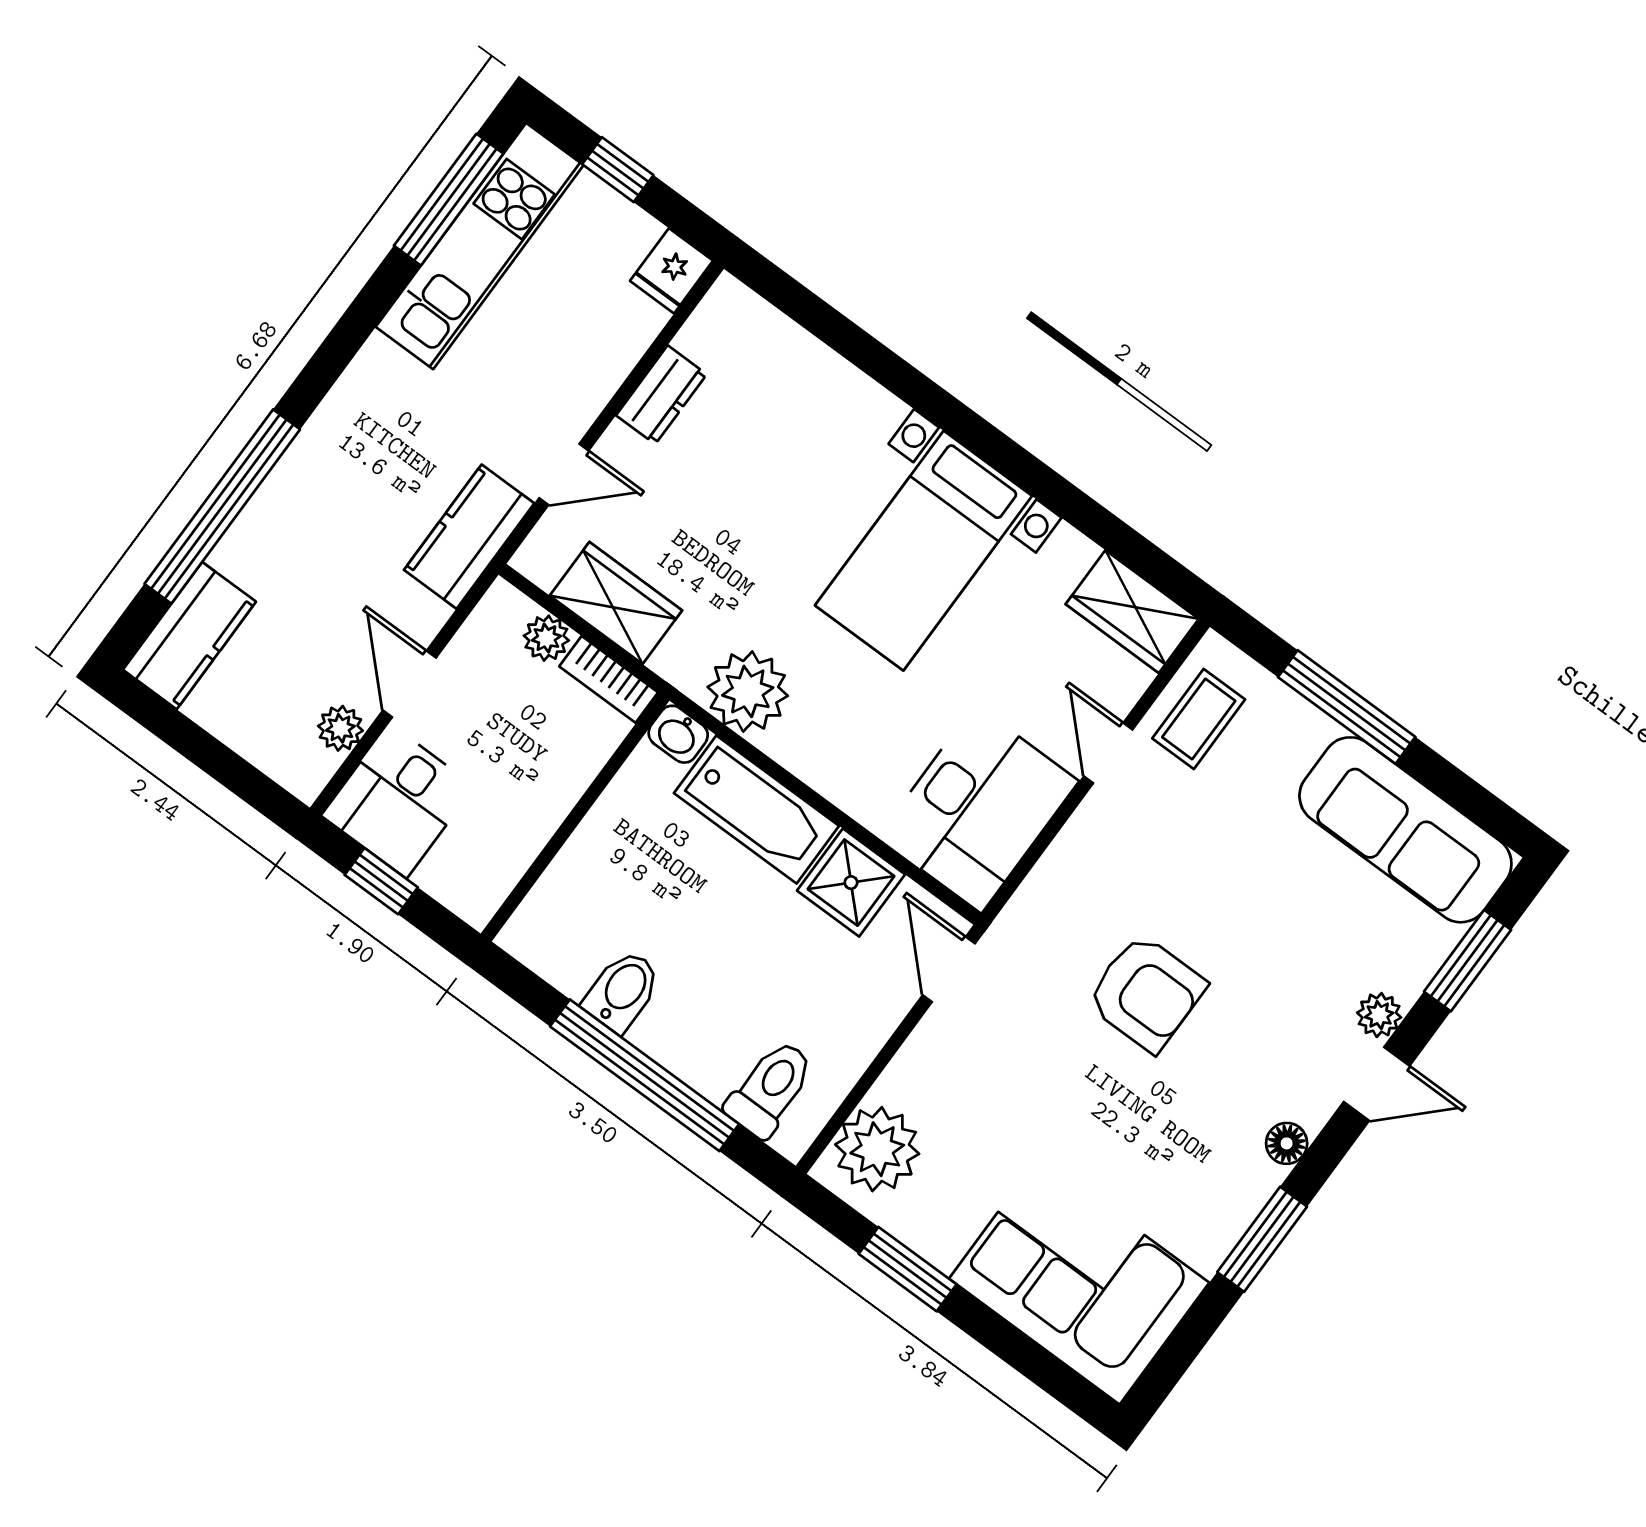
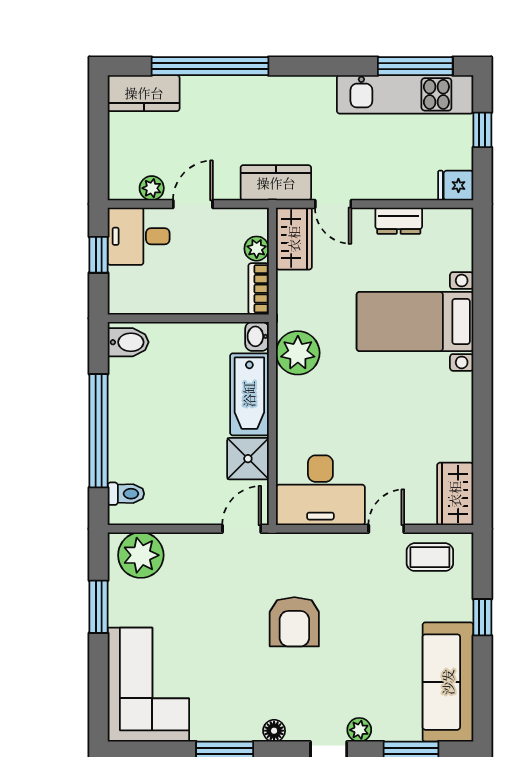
bed with nightstands: (924, 551) -> (415, 321), moved
wardrobe: (616, 603) -> (294, 239), moved
window: (1347, 707) -> (482, 617), width x0.46
bidet: (622, 991) -> (128, 342), moved
toilet: (770, 1089) -> (126, 494), width x0.73, depth x0.72

